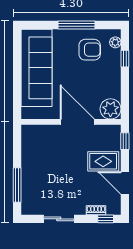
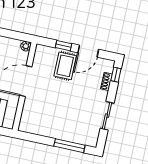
plant: (110, 109) -> (26, 46), width x0.53, depth x0.53
window: (125, 141) -> (64, 46), moved

